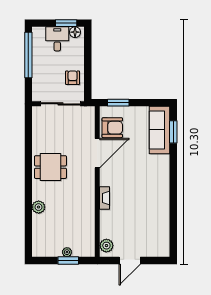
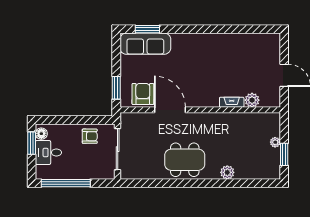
armchair: (73, 78) -> (90, 136), turned 180
dining table: (50, 167) -> (185, 160), width x1.38
fireplace: (105, 198) -> (232, 102), moved
plant: (106, 246) -> (252, 100), moved
window: (68, 261) -> (284, 154), moved

